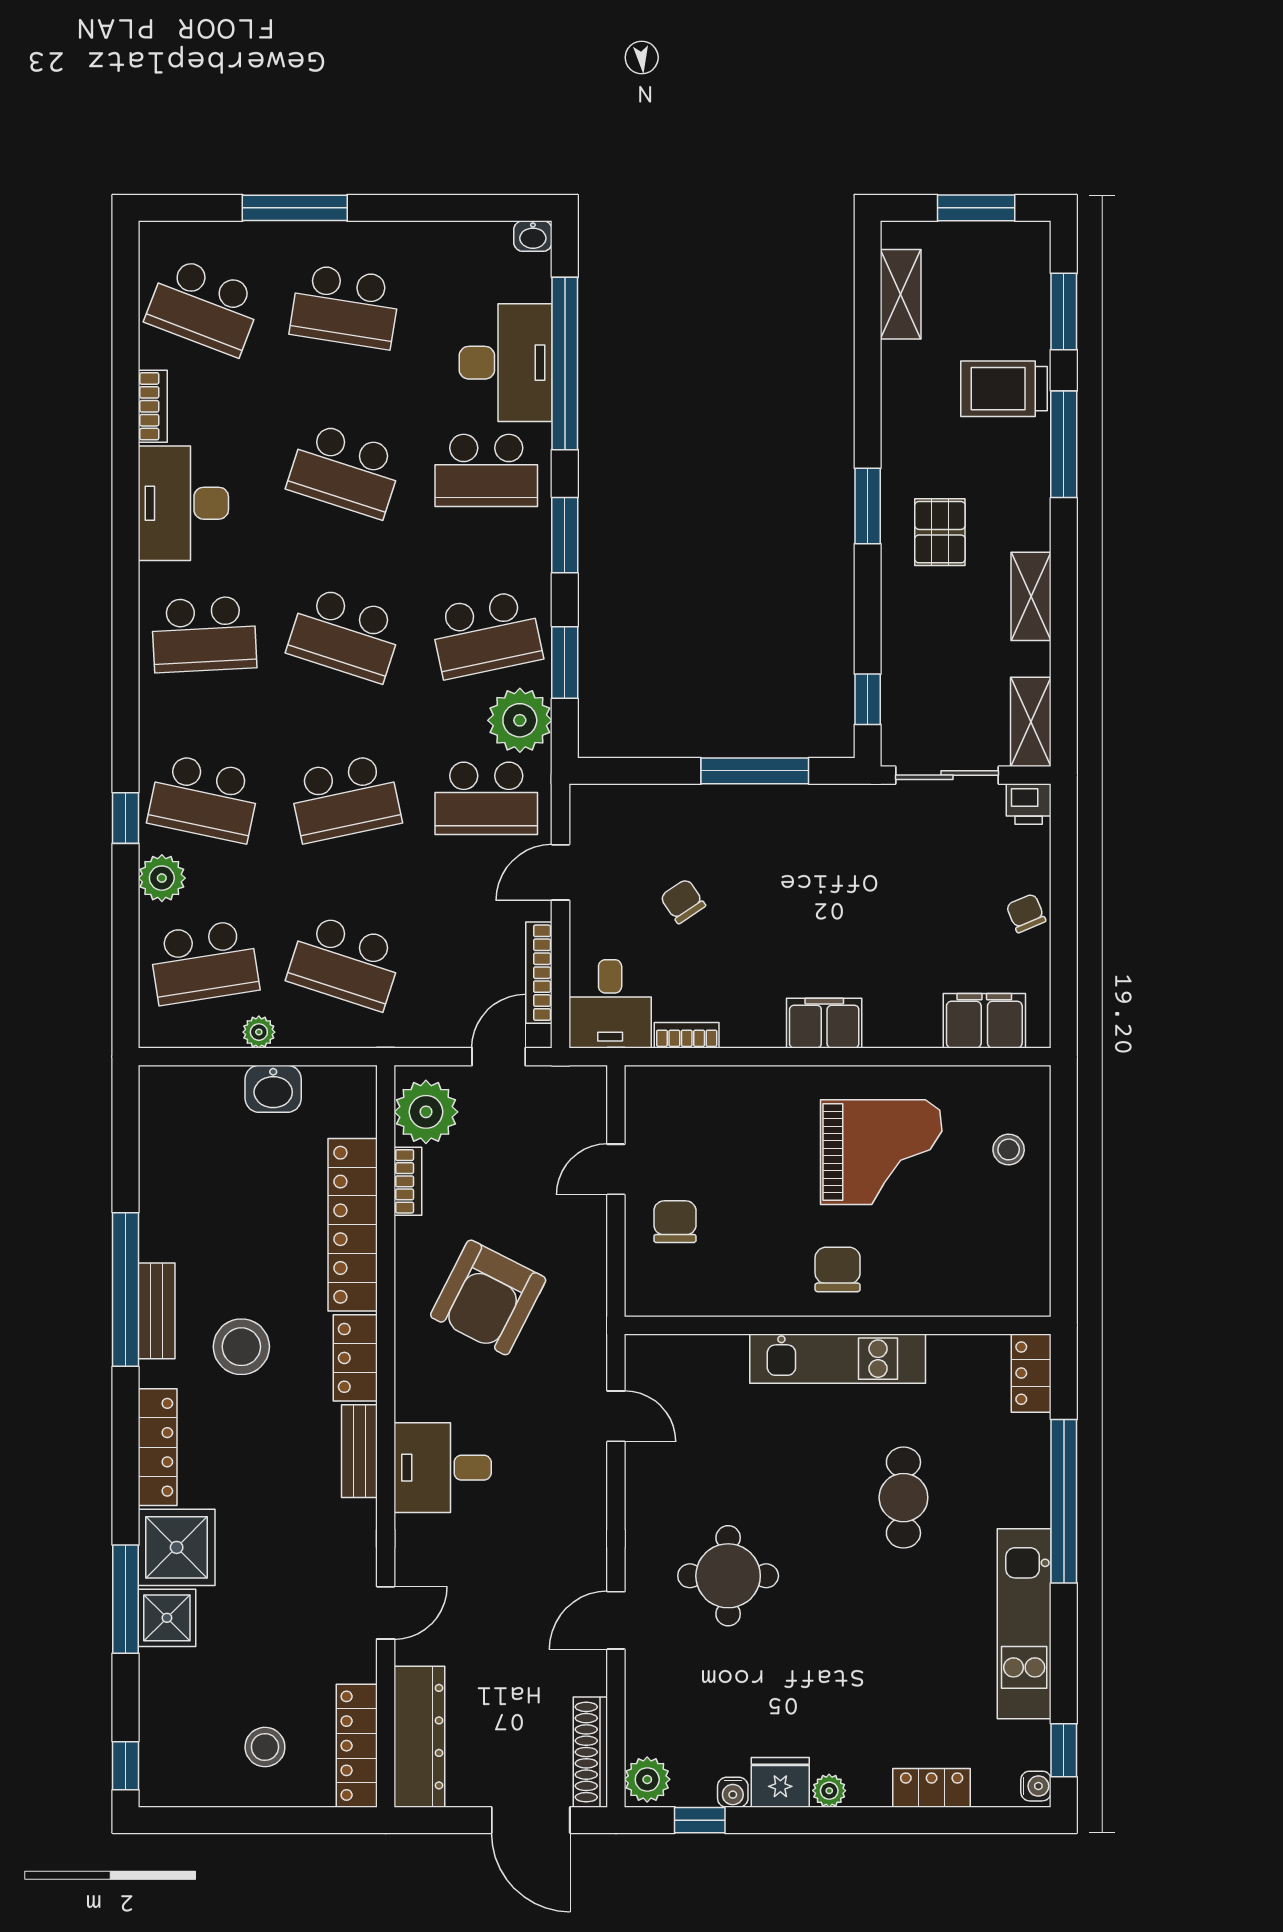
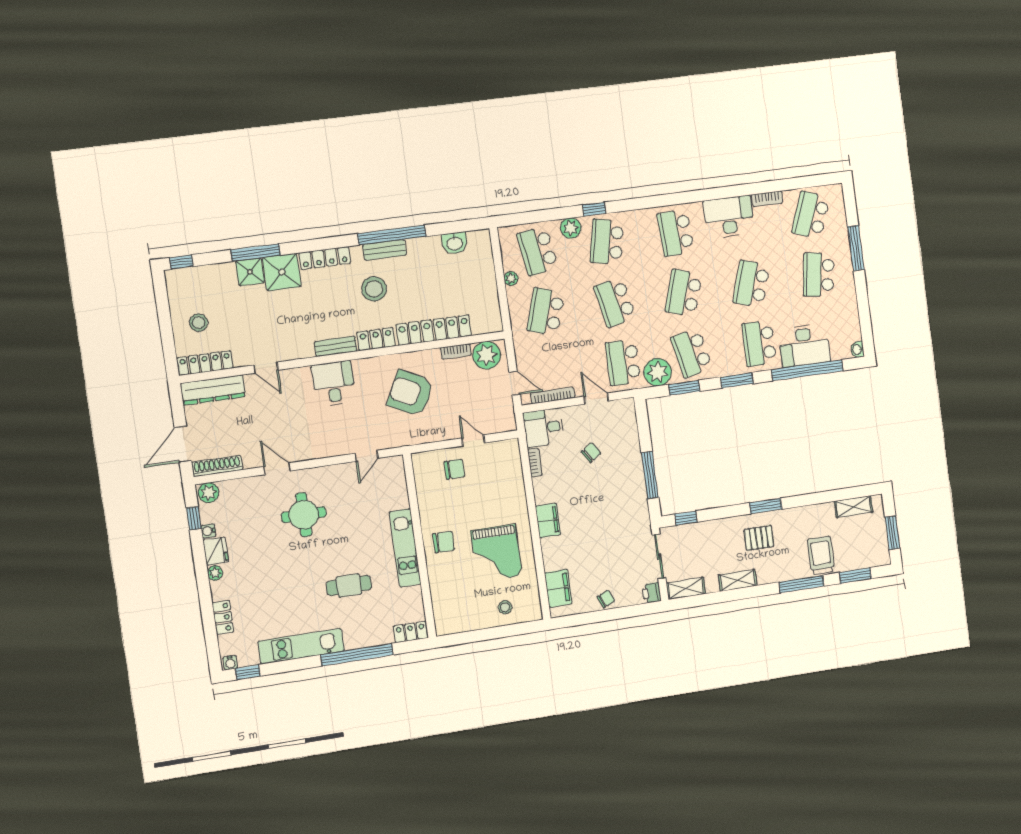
washbasin: (273, 1089) -> (455, 243), moved, turned -90

